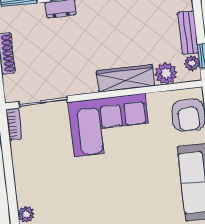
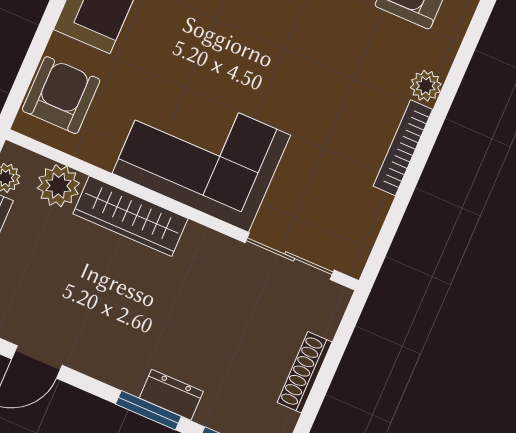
bookcase: (14, 124) -> (403, 148), moved, width x1.56

